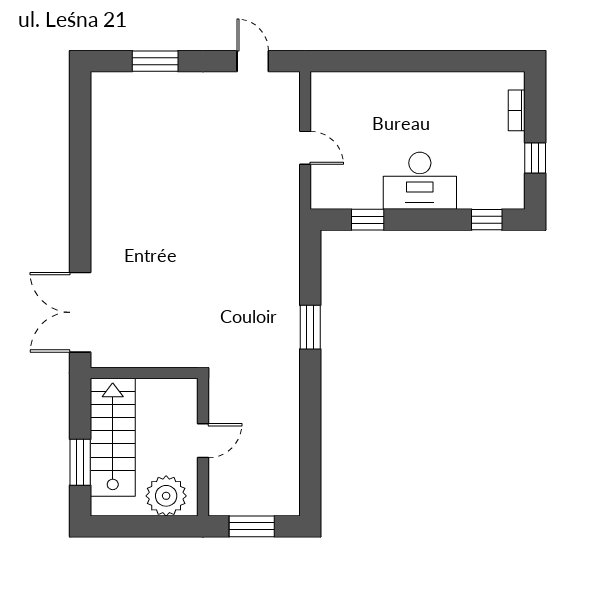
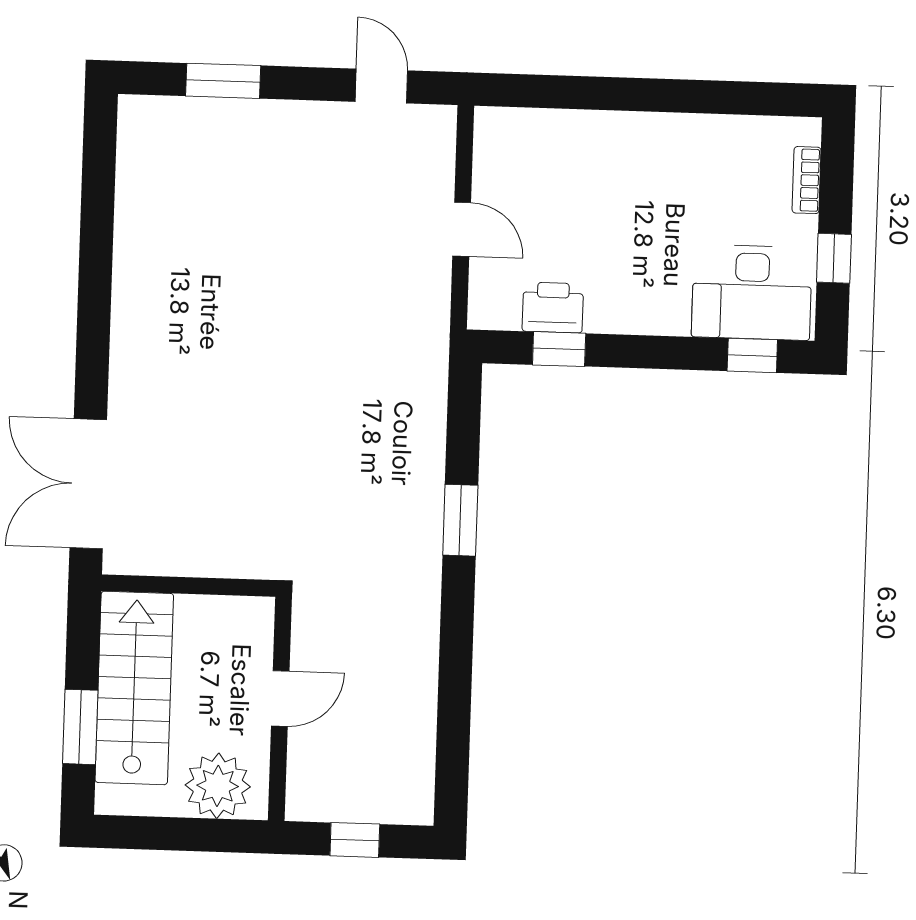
desk: (420, 181) -> (752, 292), moved
printer: (363, 194) -> (553, 308), added
window: (252, 526) -> (355, 840), width x0.67

